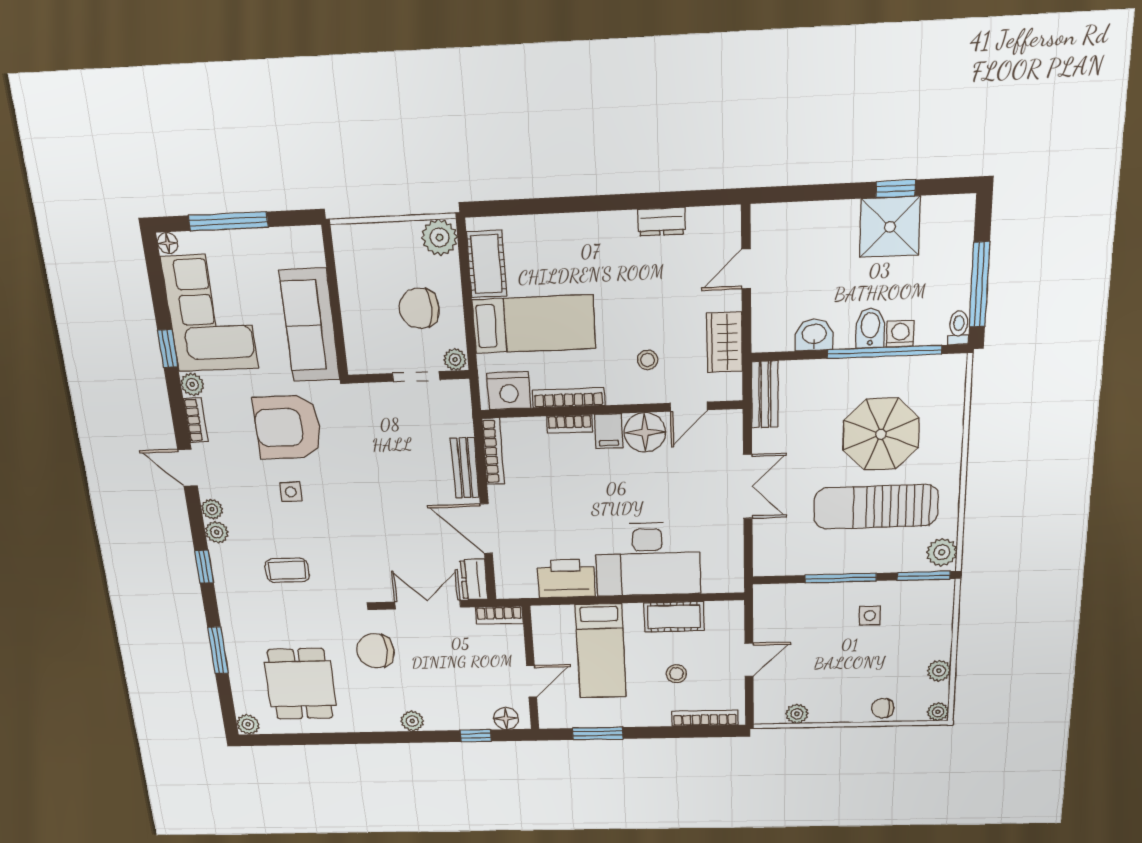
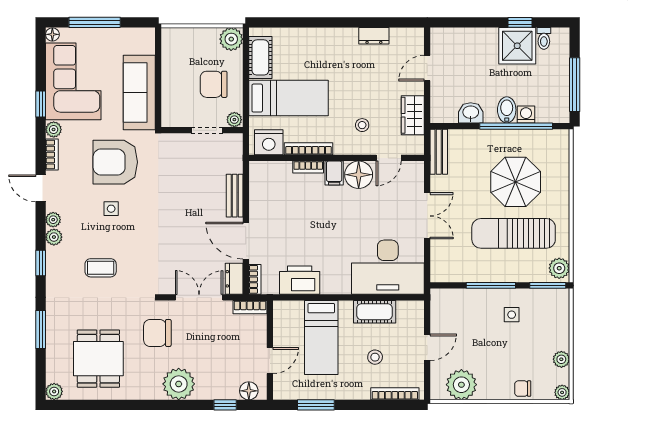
toilet: (958, 328) -> (544, 38), moved, turned 180
bookcase: (493, 451) -> (255, 279), moved, width x0.64
desk: (648, 559) -> (388, 267), moved
plant: (797, 714) -> (461, 385), width x1.87, depth x1.87
plant: (412, 721) -> (179, 384), width x1.87, depth x1.87

